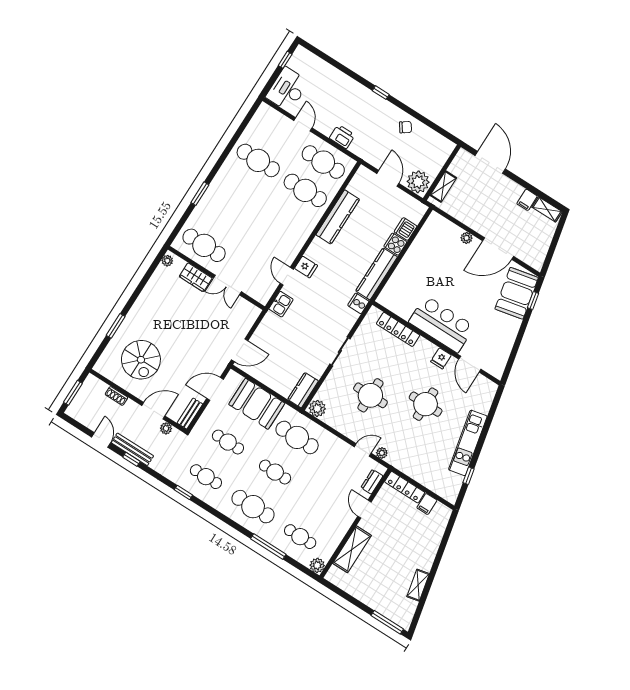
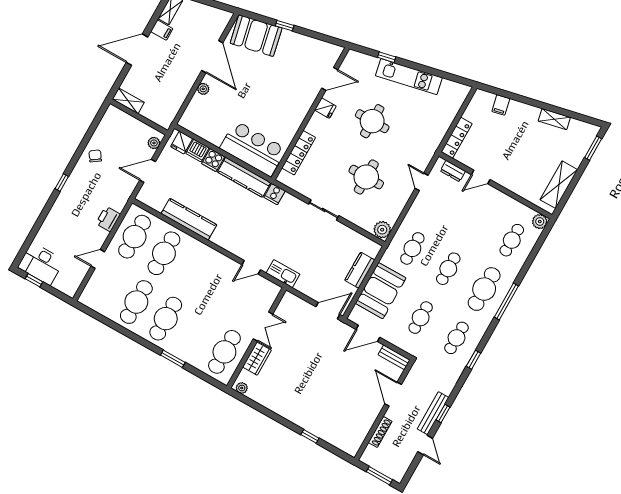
desk: (287, 89) -> (41, 264), moved
door: (490, 162) -> (137, 50), moved
plant: (418, 182) -> (154, 143), width x0.53, depth x0.53
shelving: (443, 187) -> (128, 101), moved
cafe table: (240, 189) -> (166, 319), added
fridge: (306, 267) -> (182, 143), moved, turned 180
window: (533, 301) -> (285, 26), moved
kitchen sink: (281, 304) -> (283, 274), width x1.38
bar counter: (442, 324) -> (253, 149), moved, turned 90
window: (116, 326) -> (310, 436), width x0.67
door: (240, 350) -> (328, 311), hinge flipped
spiral stairs: (141, 360) -> (343, 409), removed
door: (215, 389) -> (368, 333), hinge flipped
kitchen counter: (303, 390) -> (360, 270), moved, turned 90
shoe rack: (116, 396) -> (380, 432), width x1.43
plant: (166, 428) -> (410, 380), removed
cafe table: (297, 437) -> (412, 248), width x0.73, depth x0.74
door: (101, 440) -> (425, 445), swing flipped
plant: (382, 453) -> (423, 162), removed
window: (469, 476) -> (387, 57), moved
filing cabinet: (427, 504) -> (501, 105), moved, turned 78
window: (268, 546) -> (506, 302), moved
shelving: (352, 549) -> (559, 185), moved, turned 90
window: (387, 622) -> (593, 148), width x0.69

